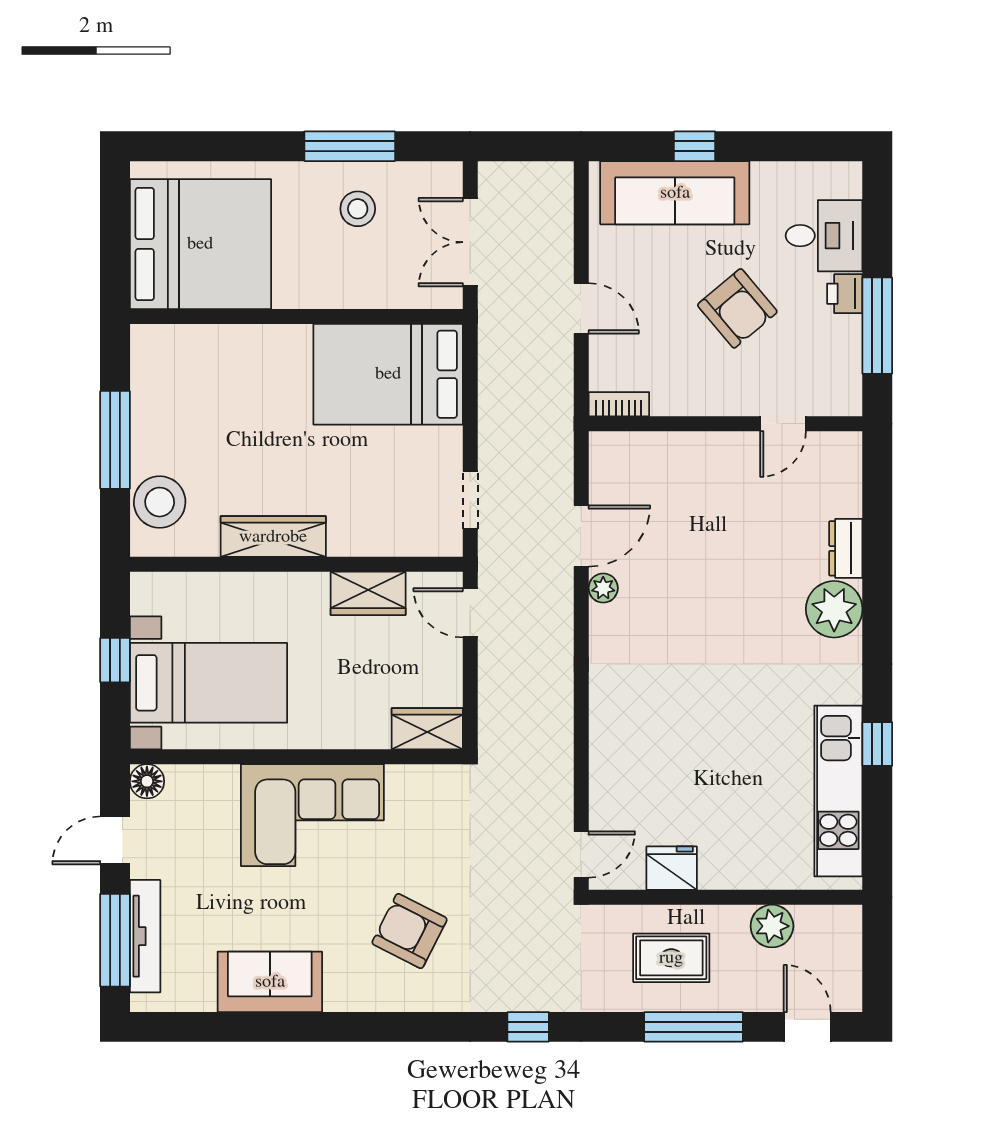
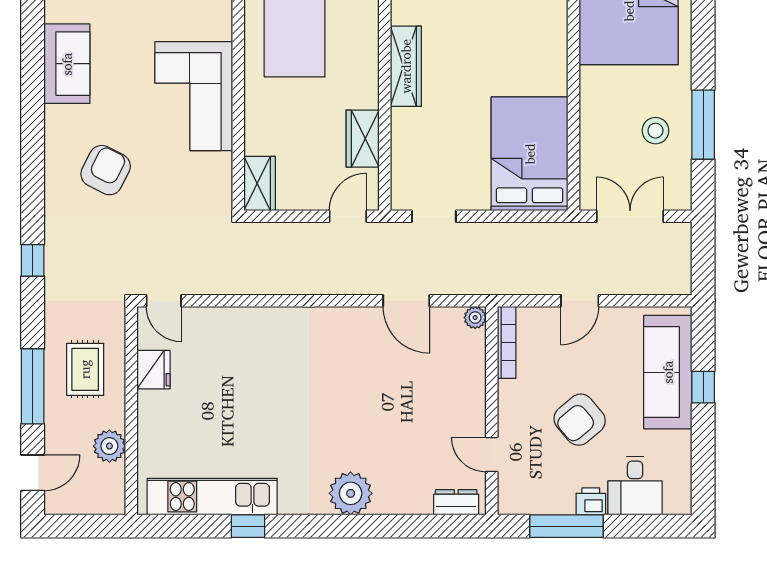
bookcase: (619, 404) -> (507, 342), width x1.56
dresser: (846, 548) -> (456, 502), moved
plant: (603, 588) -> (475, 318), moved

